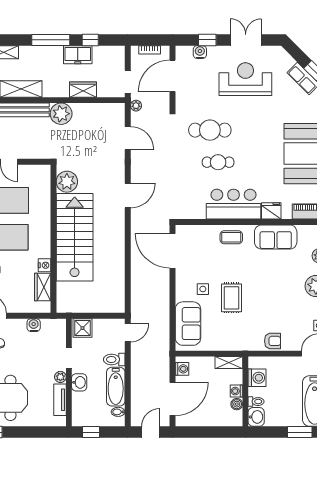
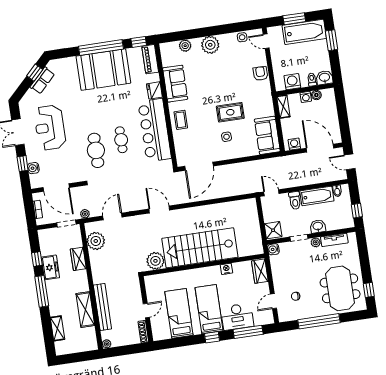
plant: (61, 114) -> (96, 241), moved
bar counter: (233, 204) -> (155, 130), width x1.36
wardrobe: (43, 287) -> (260, 271), moved, turned 90
sofa: (188, 324) -> (267, 135), moved, turned -90
water cooler: (34, 325) -> (273, 249), moved

